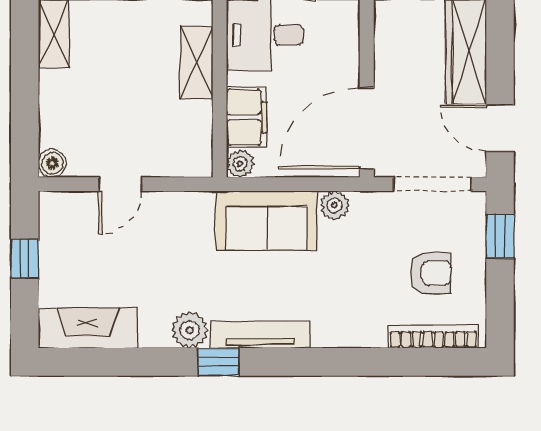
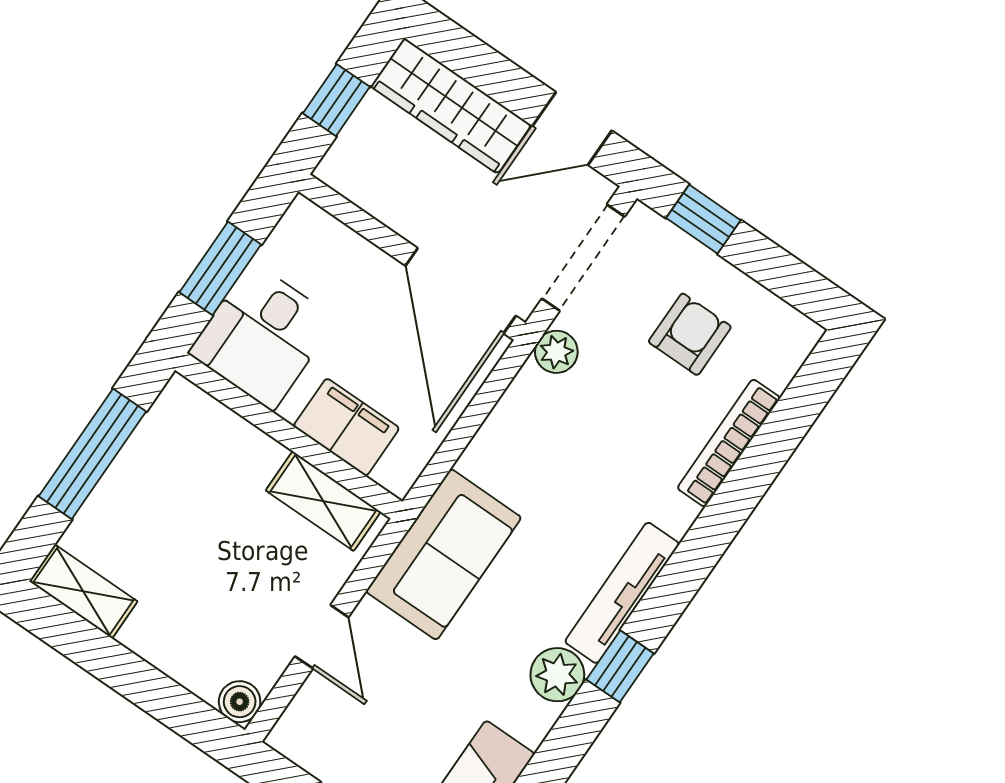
shelving: (196, 62) -> (323, 501), moved
plant: (240, 164) -> (397, 474), removed
plant: (334, 205) -> (556, 352), moved
sofa: (266, 220) -> (444, 554), moved
bookcase: (433, 337) -> (729, 443), moved

